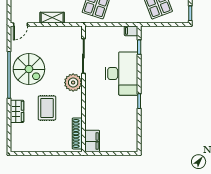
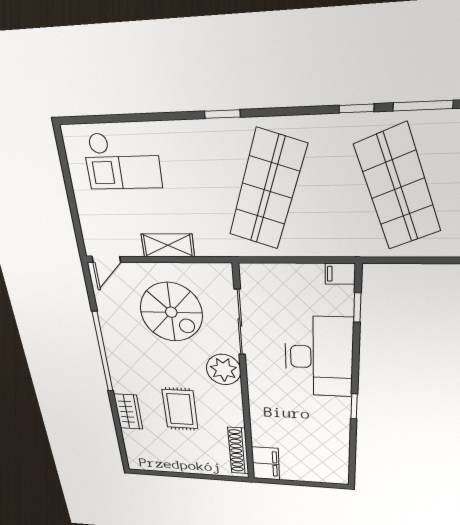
spiral stairs: (29, 69) -> (171, 312), moved

